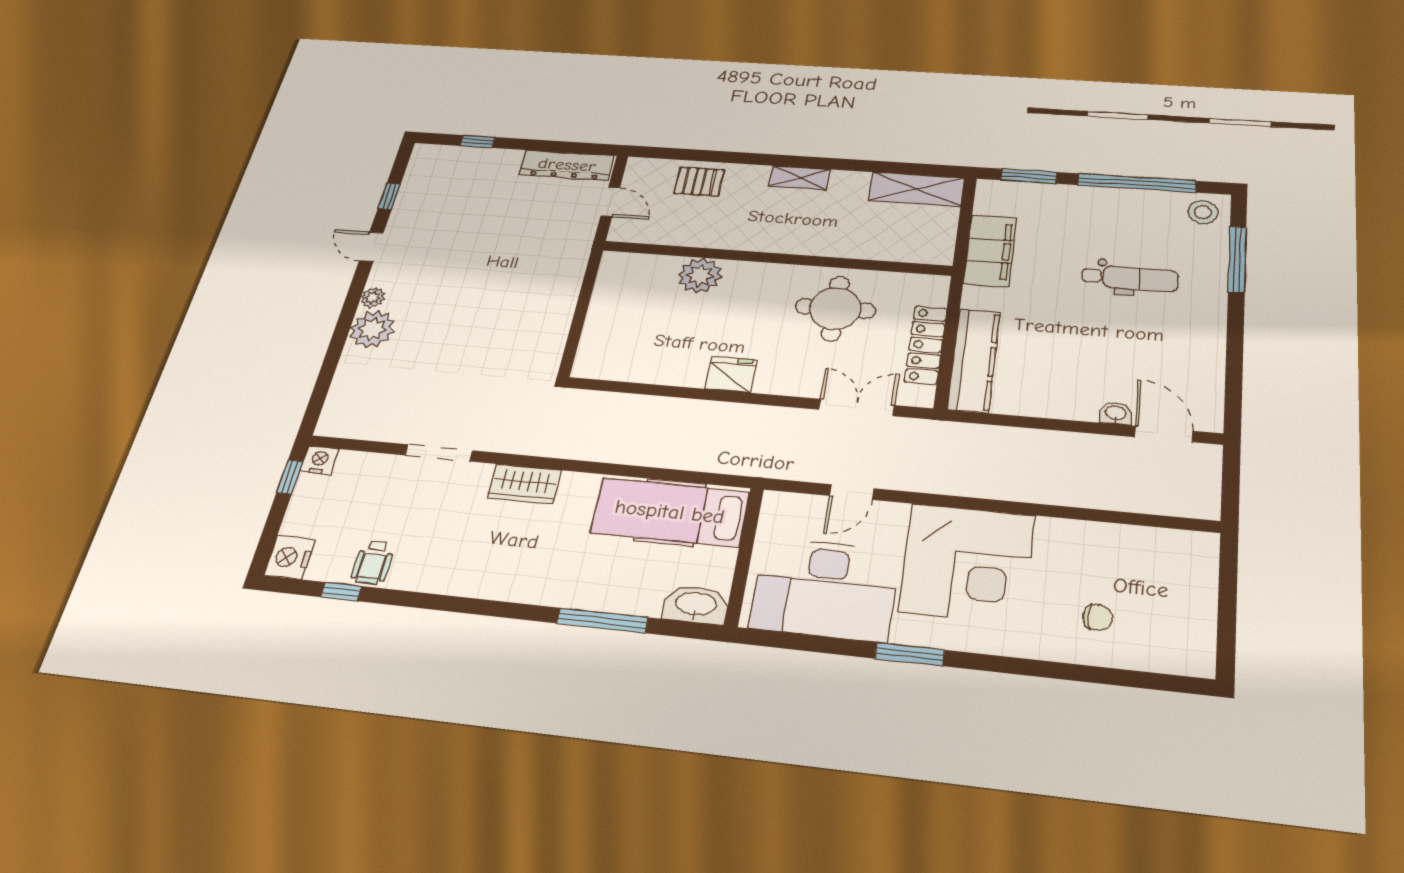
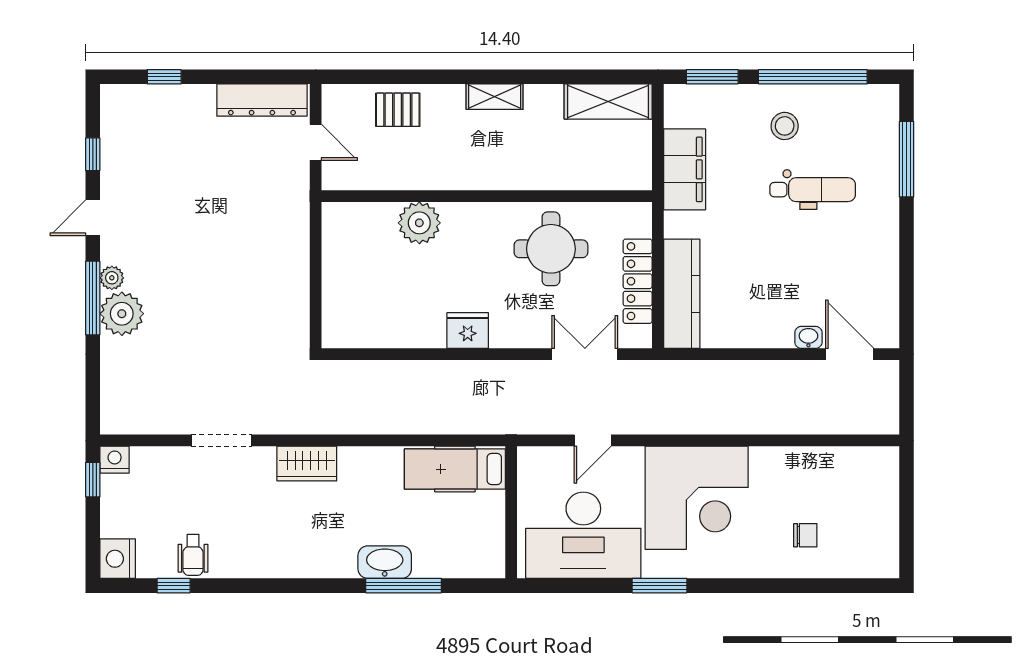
stool: (1203, 212) -> (785, 126), moved
door: (371, 247) -> (93, 218), hinge flipped
window: (348, 313) -> (93, 298), added
hospital bed: (670, 512) -> (455, 469), width x0.73, depth x0.78
washbasin: (696, 605) -> (385, 562), moved

